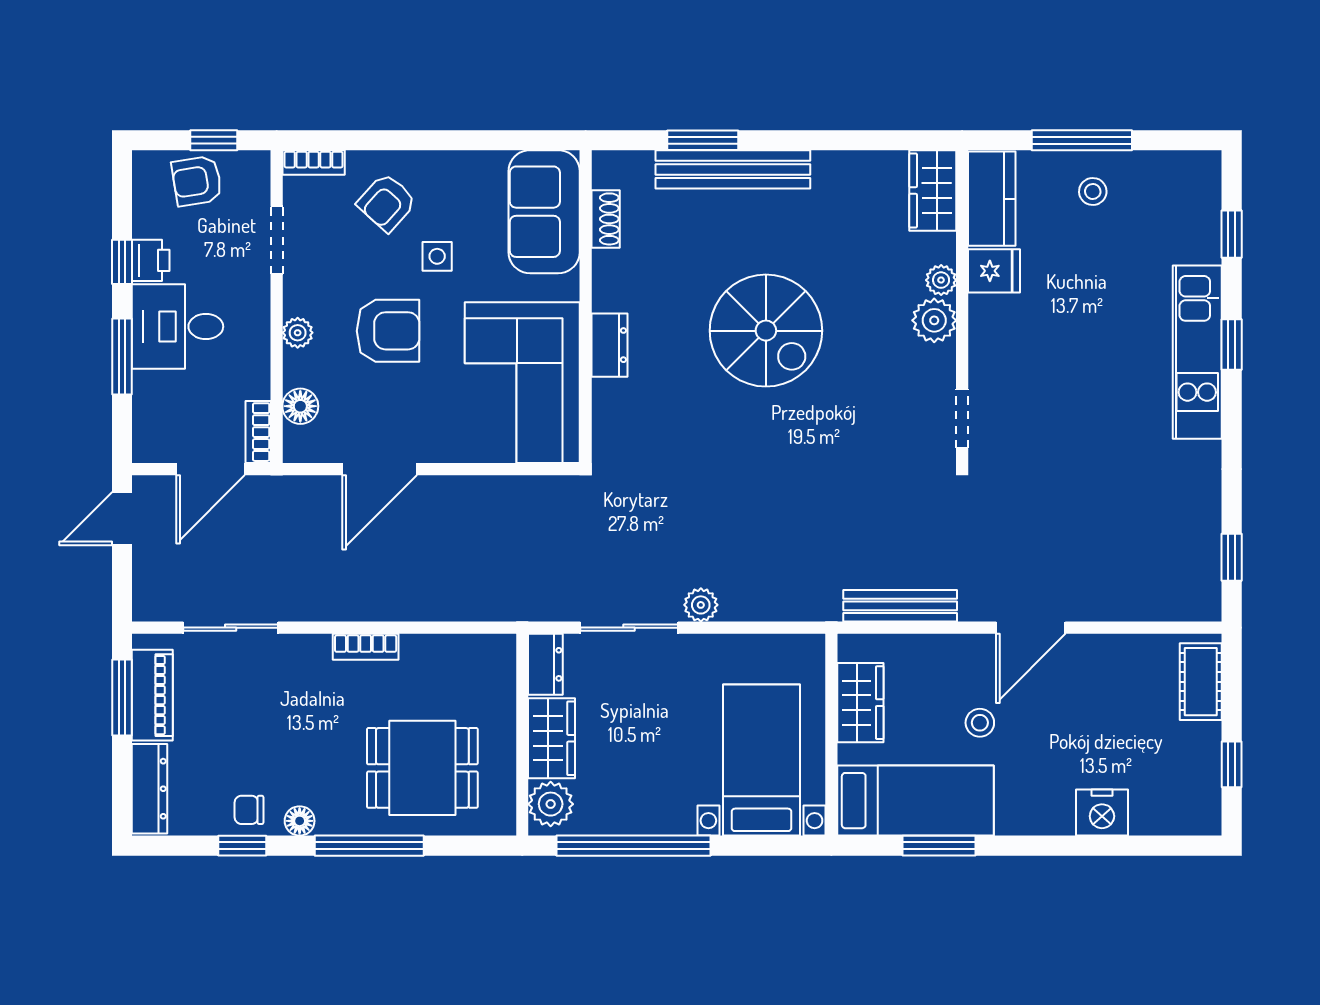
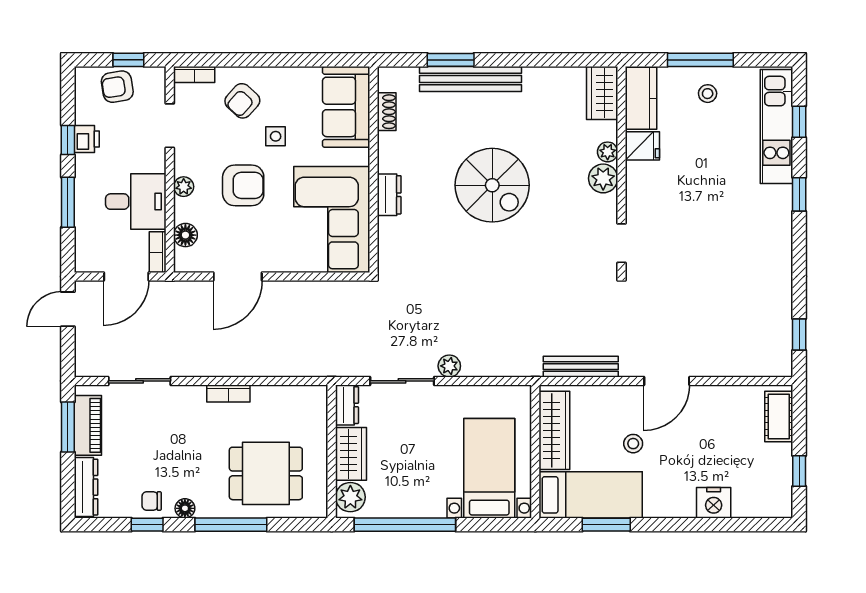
desk: (178, 327) -> (136, 202), moved, turned 180
kitchen unit: (1197, 352) -> (776, 127), moved
wardrobe: (860, 703) -> (554, 430), width x1.50

